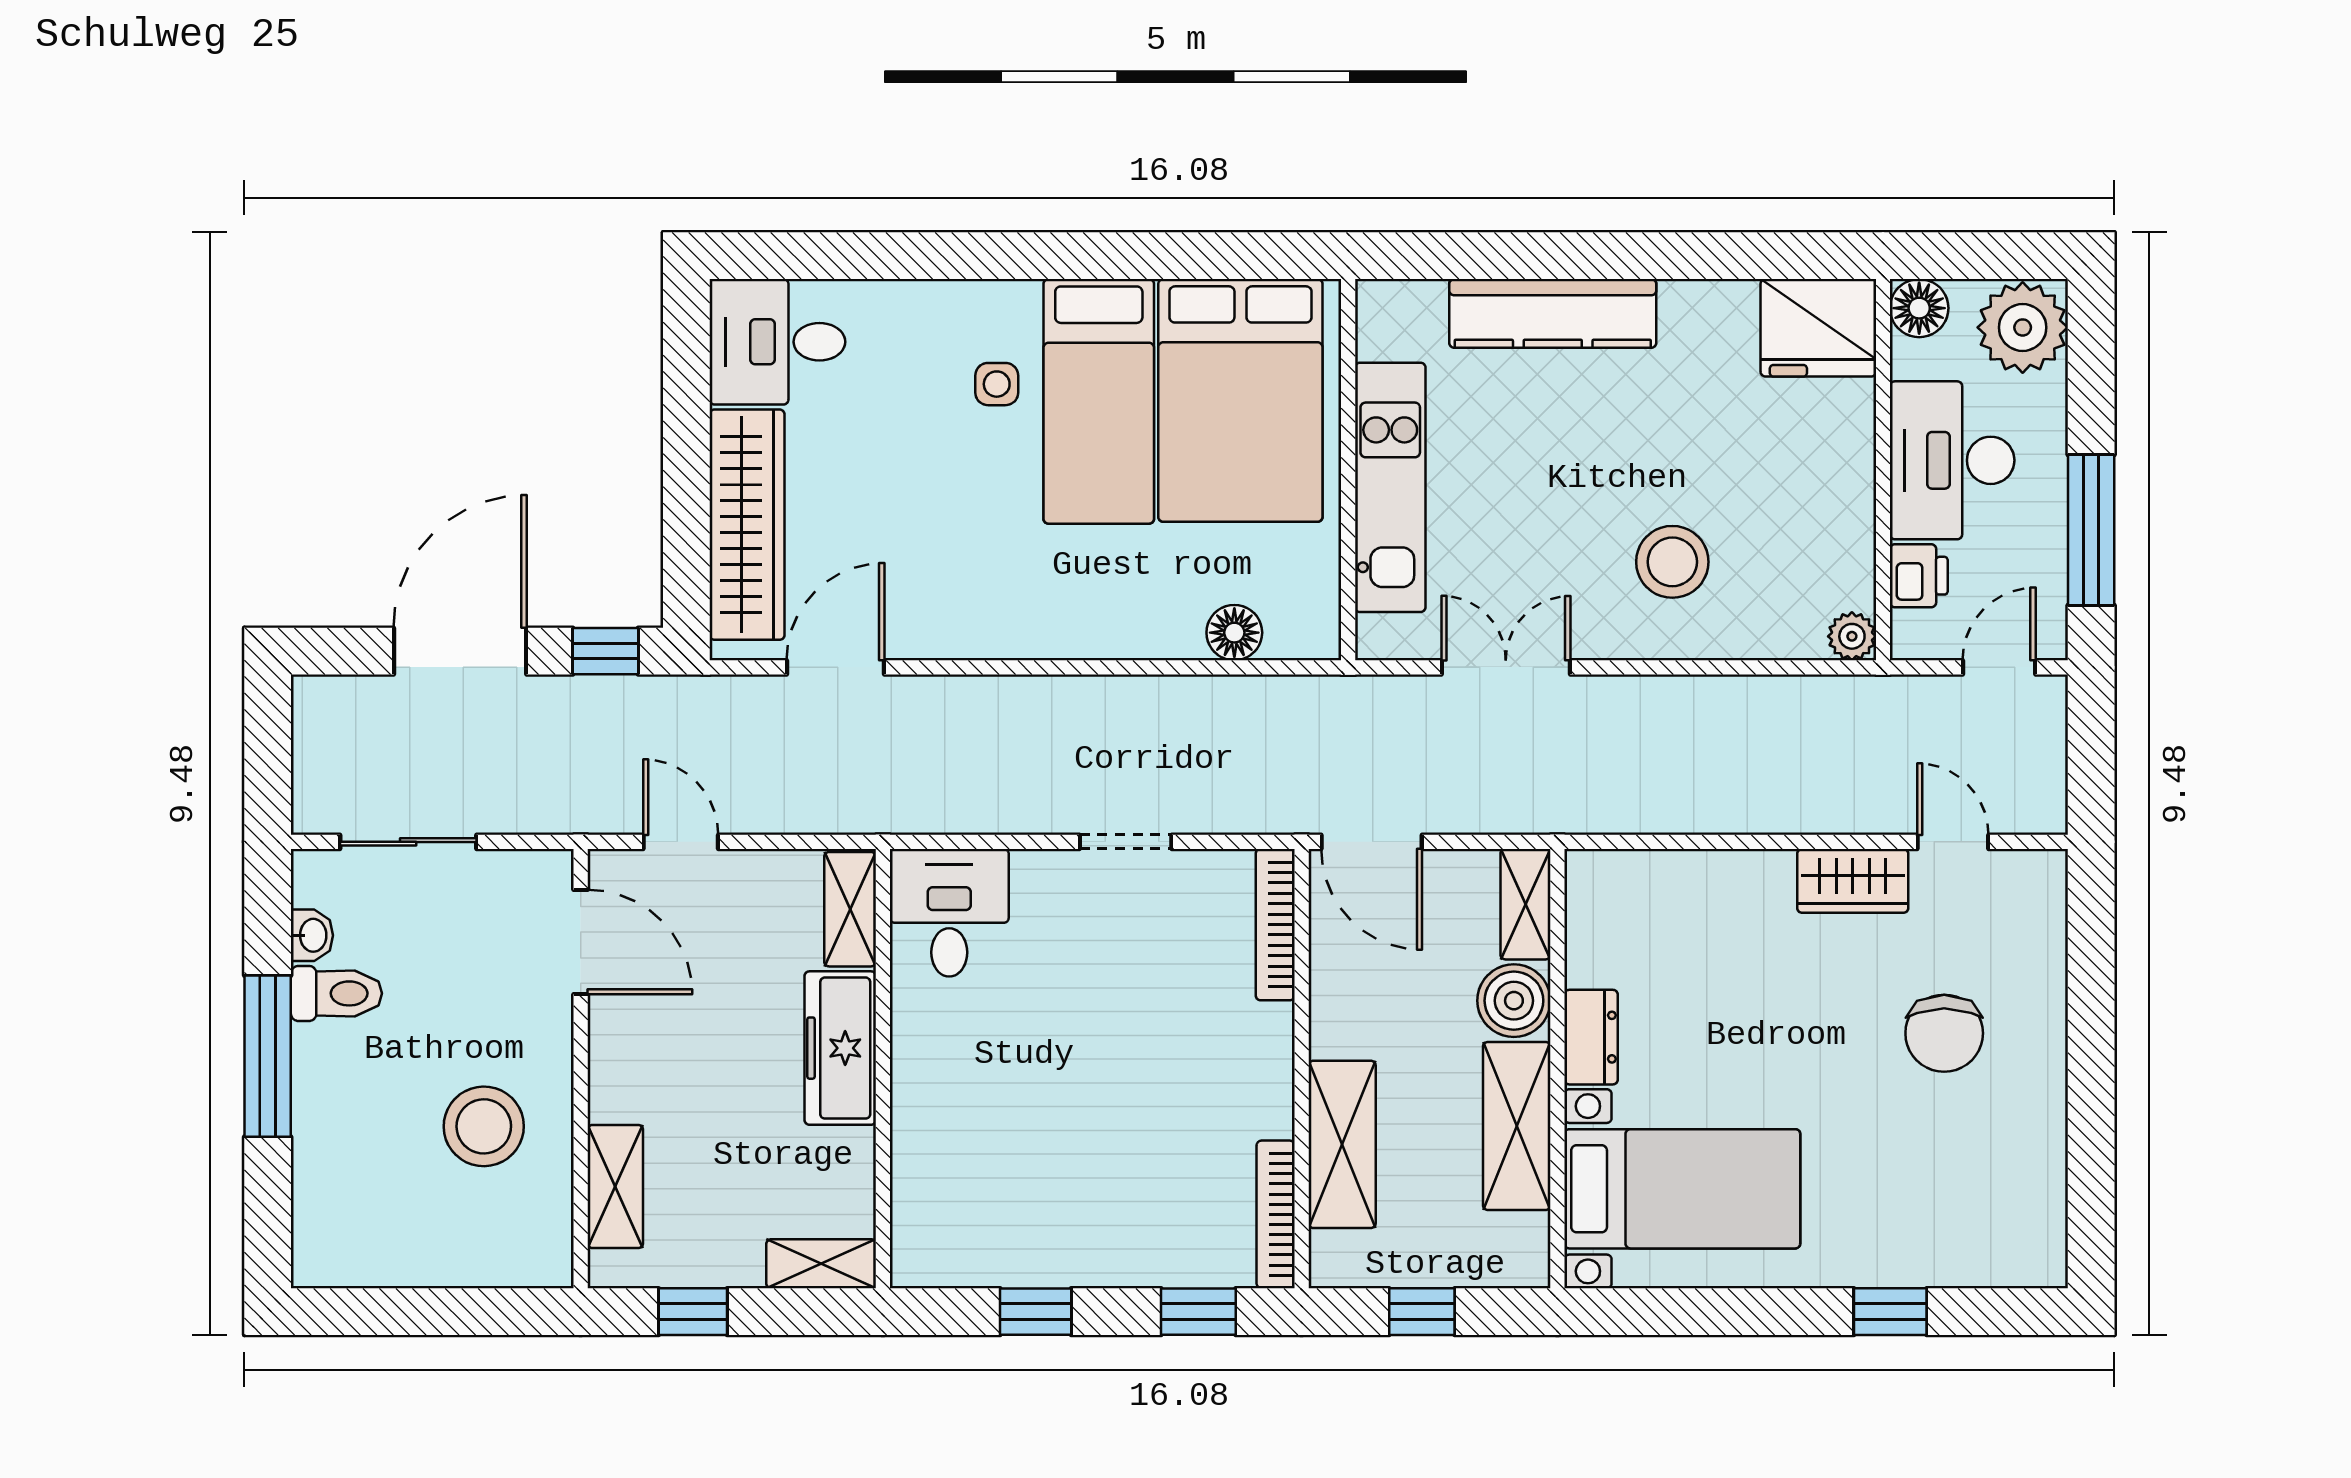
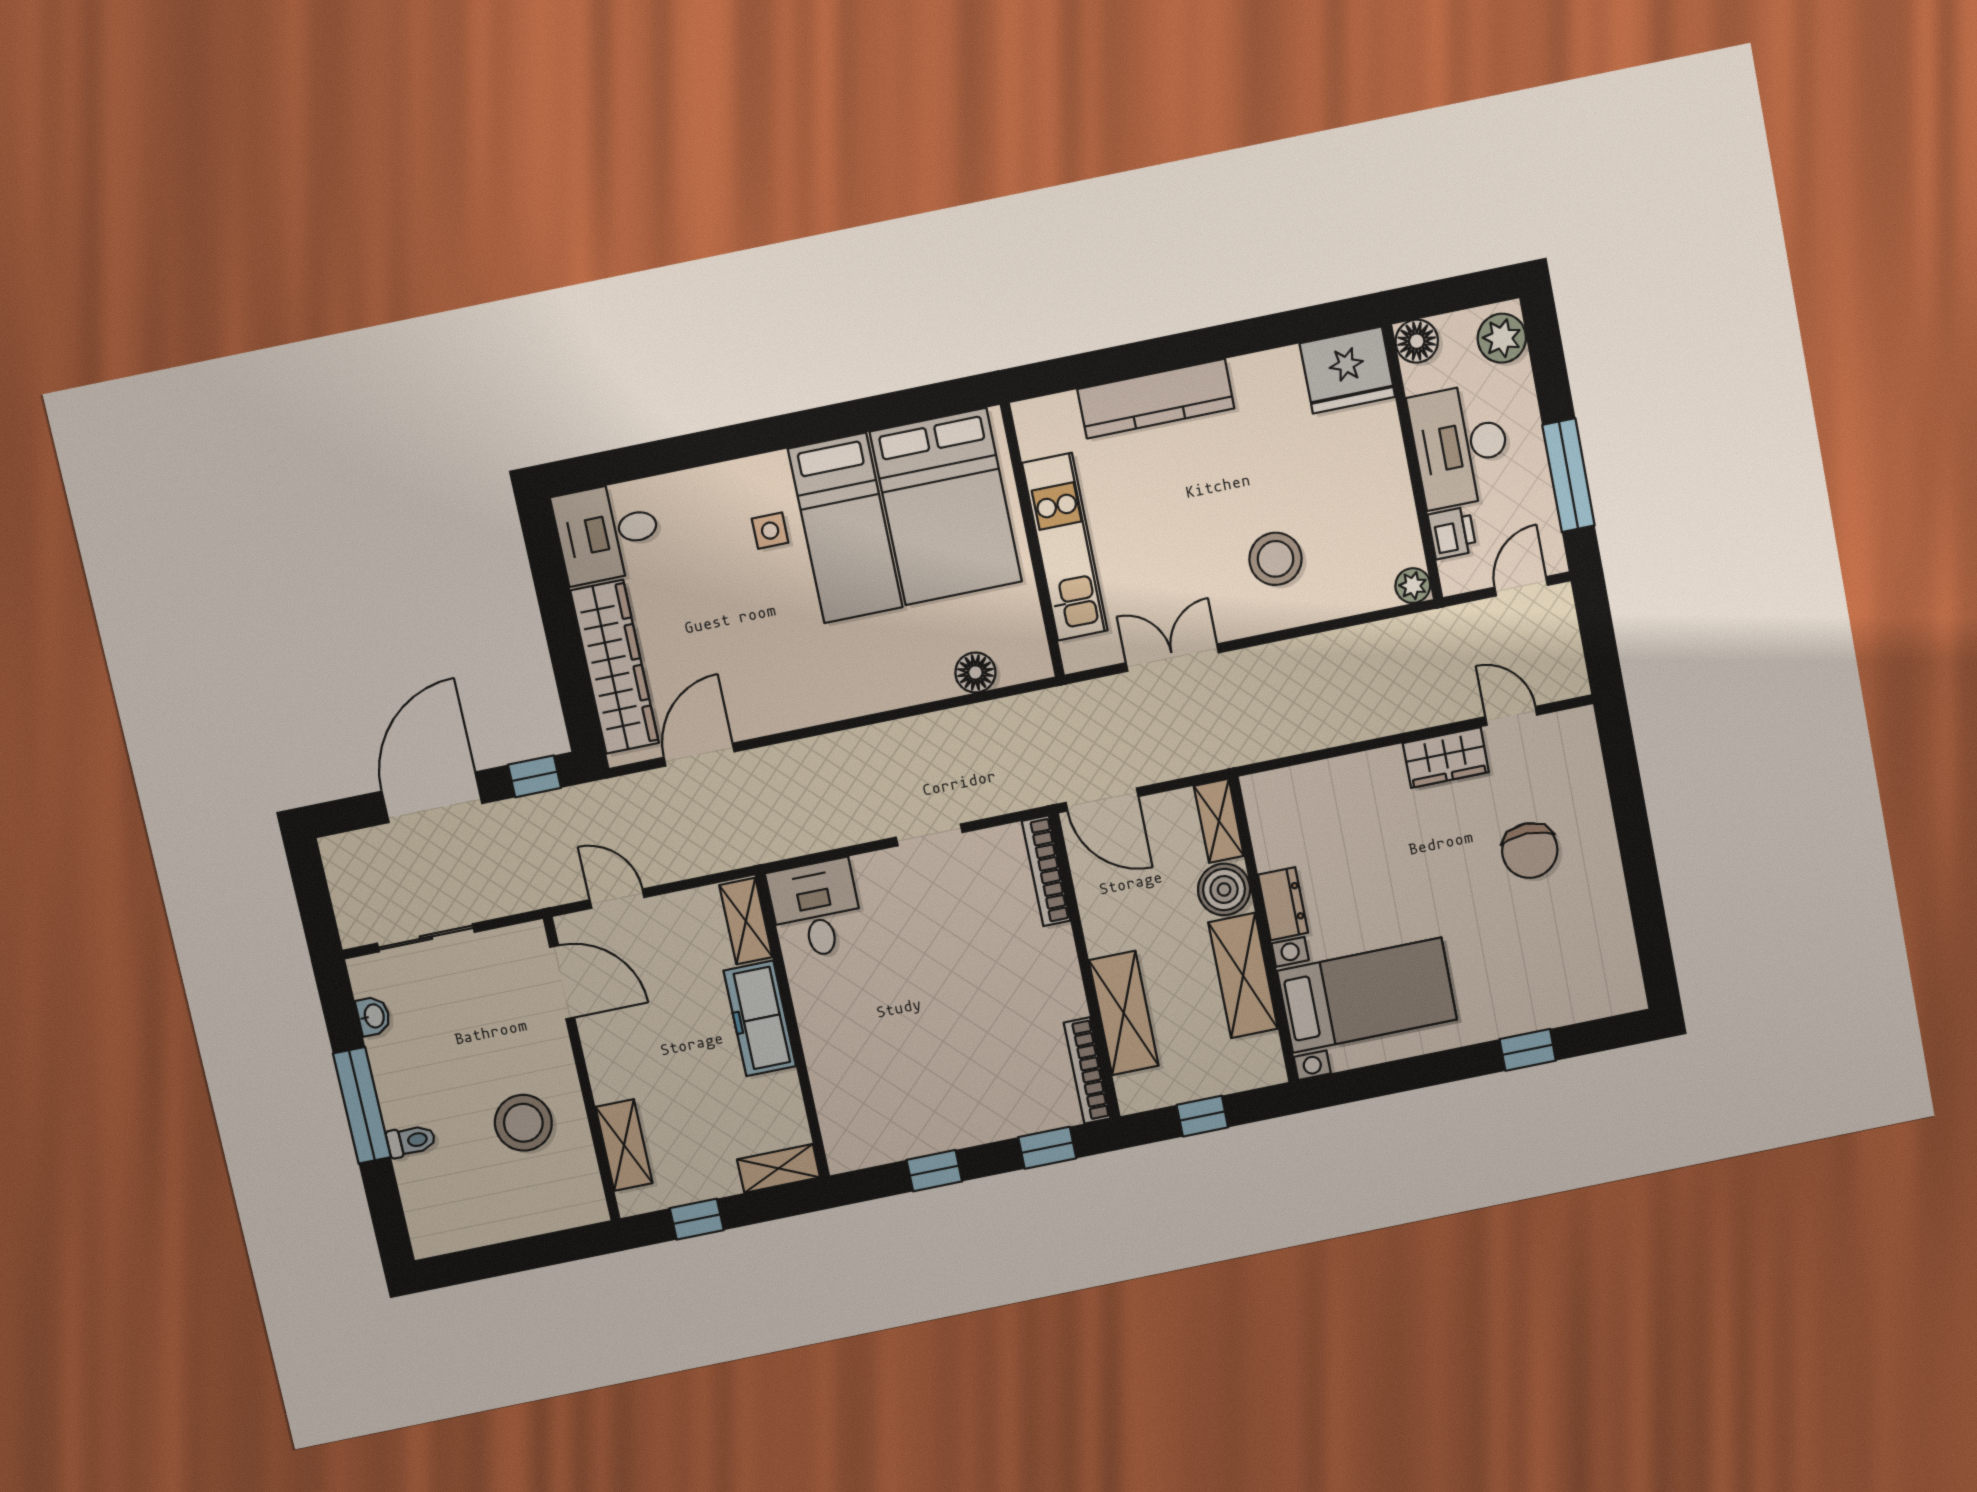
plant: (2023, 327) -> (1502, 338), width x0.73, depth x0.73
toilet: (336, 993) -> (411, 1141), moved, width x0.73, depth x0.72

